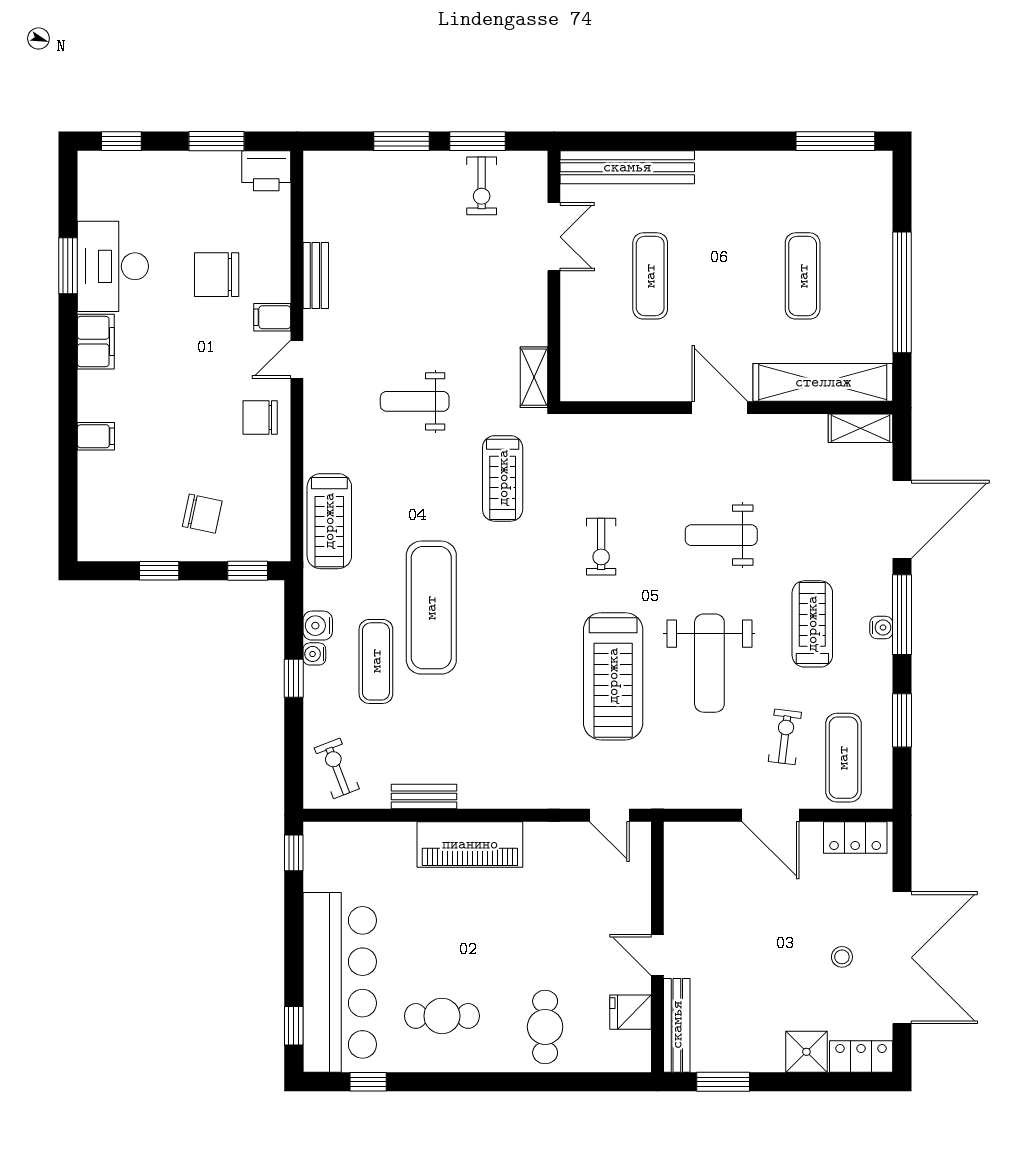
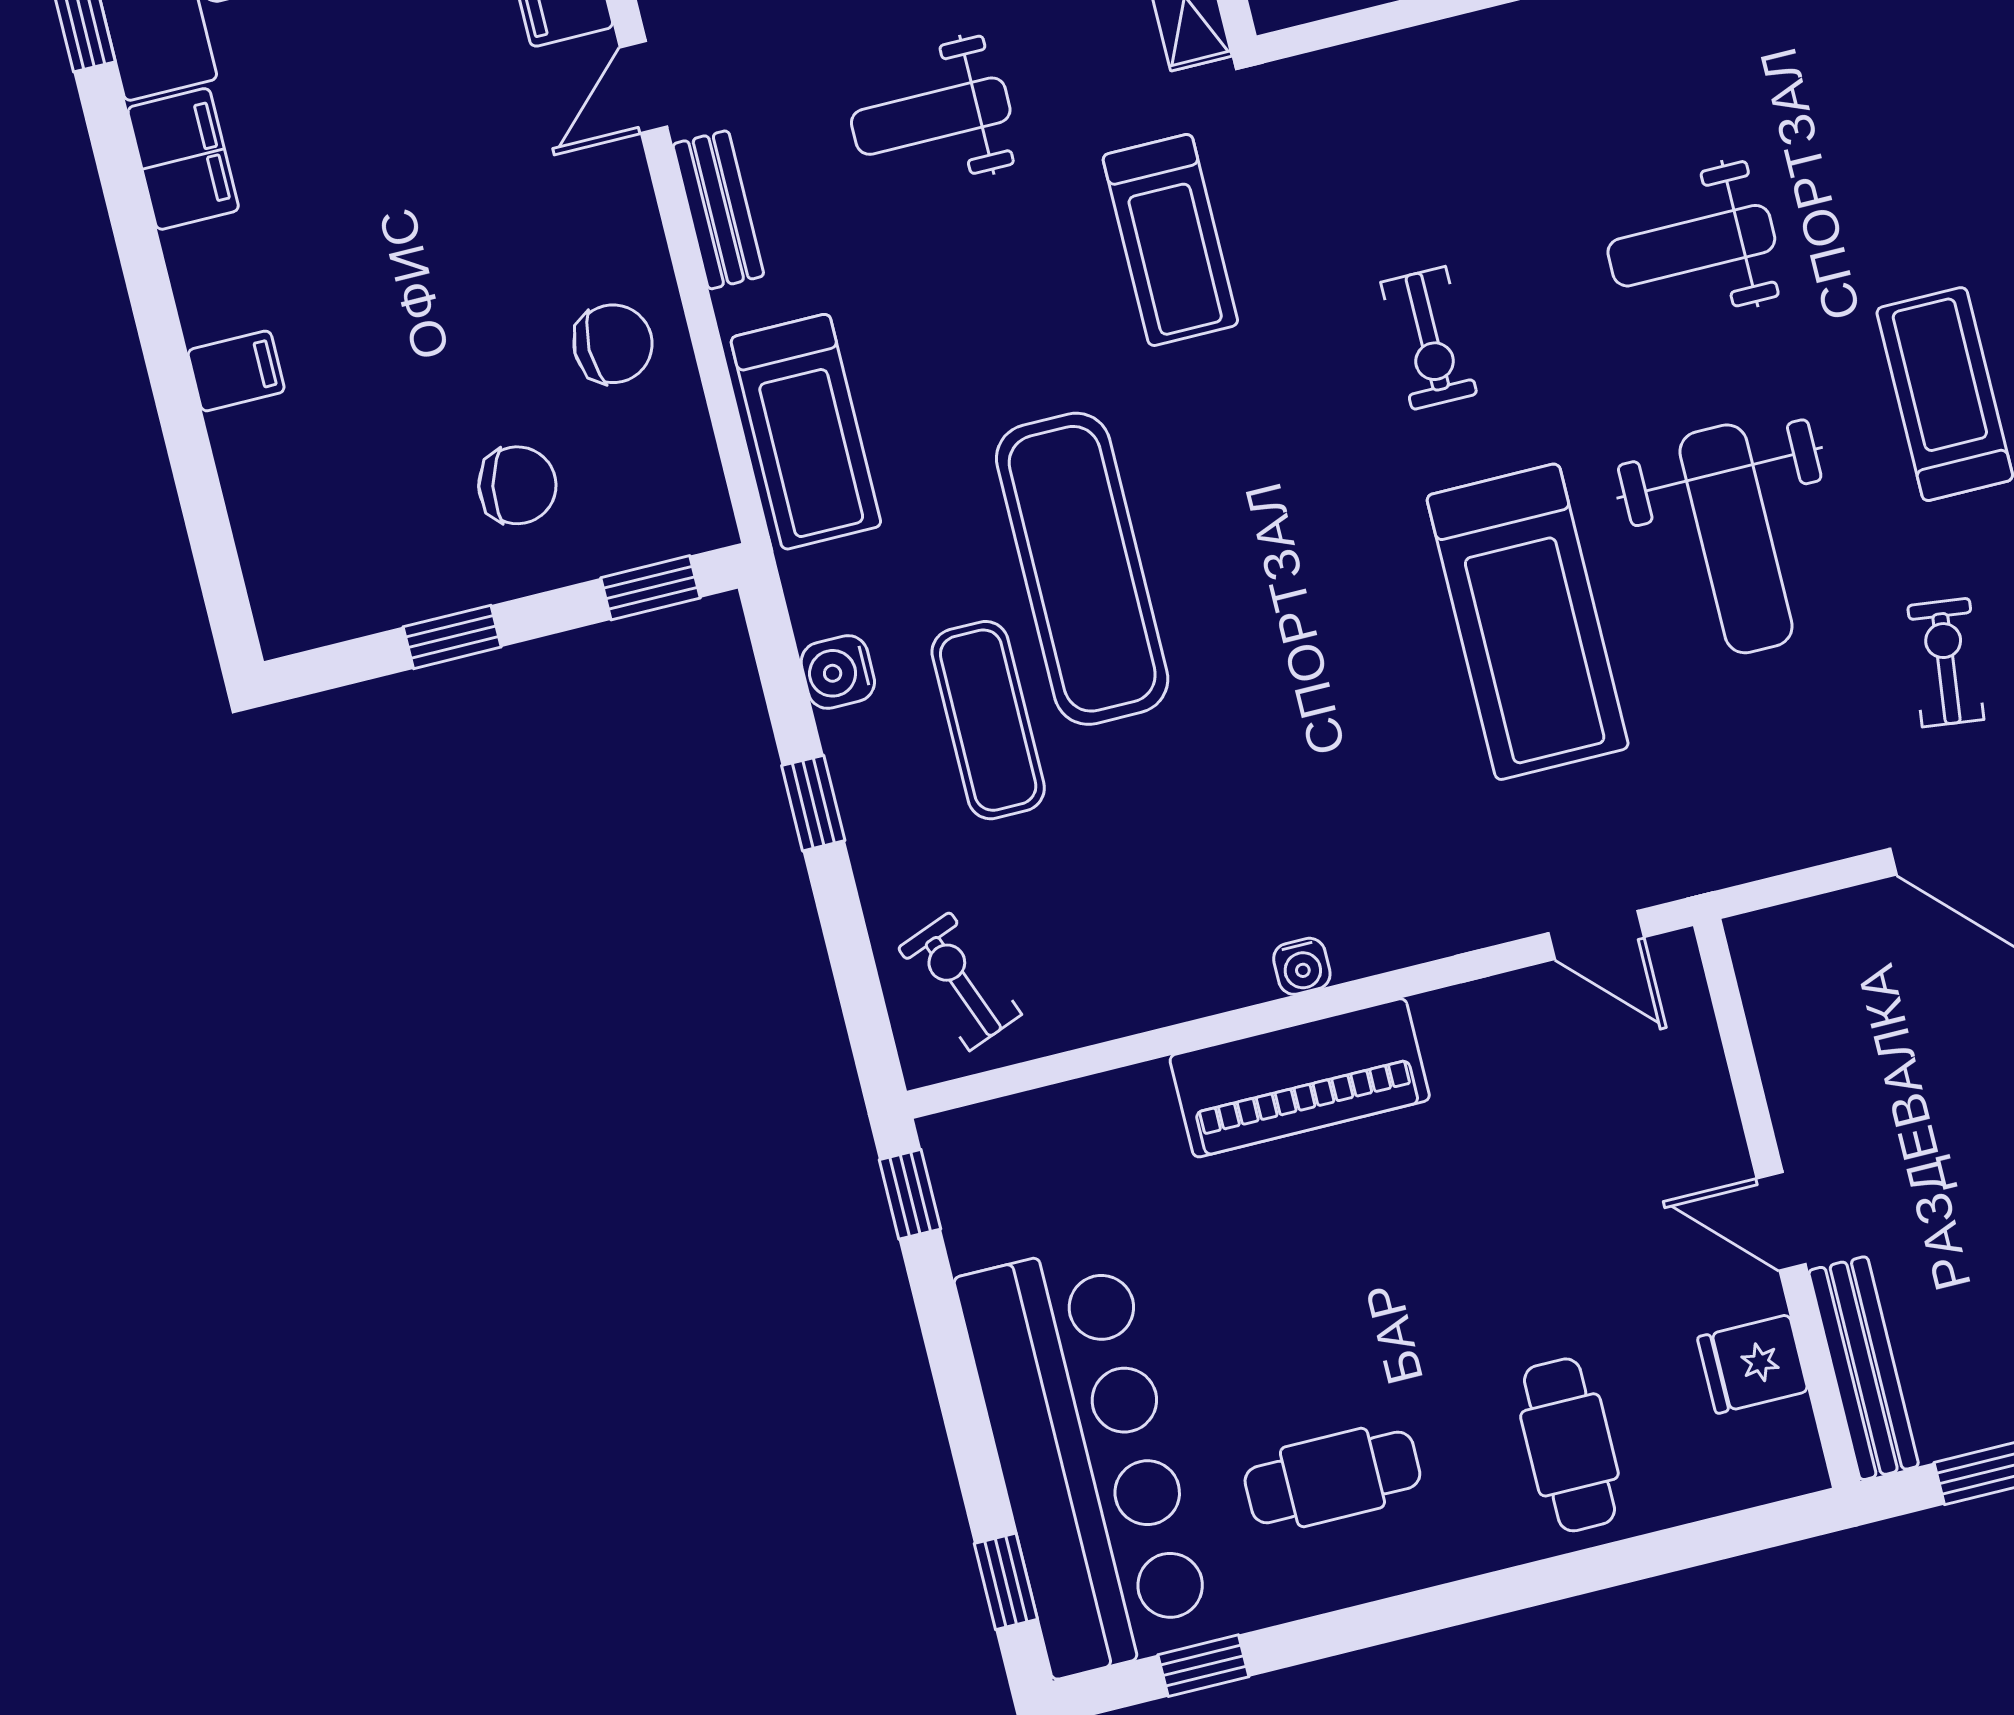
chair: (260, 417) -> (613, 344), moved, turned 180
water cooler: (314, 654) -> (1302, 966), moved, turned -90
bench: (424, 797) -> (718, 210), moved, turned 90

